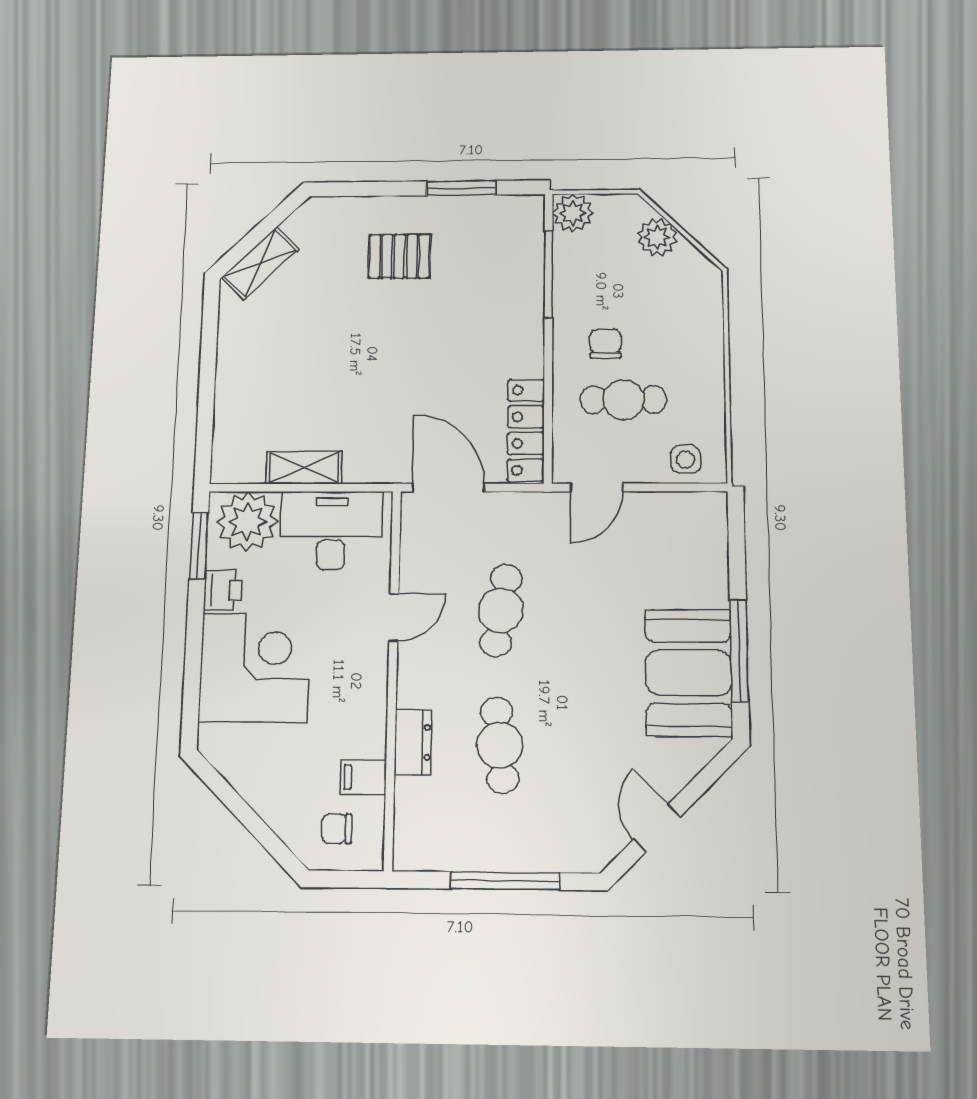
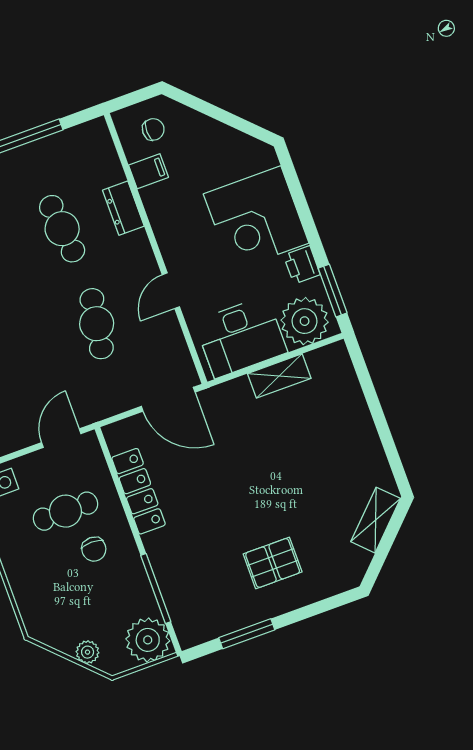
plant: (573, 213) -> (148, 640), width x1.36, depth x1.36
plant: (657, 237) -> (88, 652), width x0.73, depth x0.73
locker: (526, 430) -> (139, 491), moved

